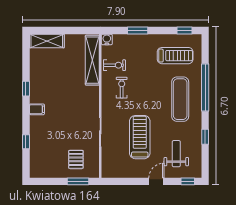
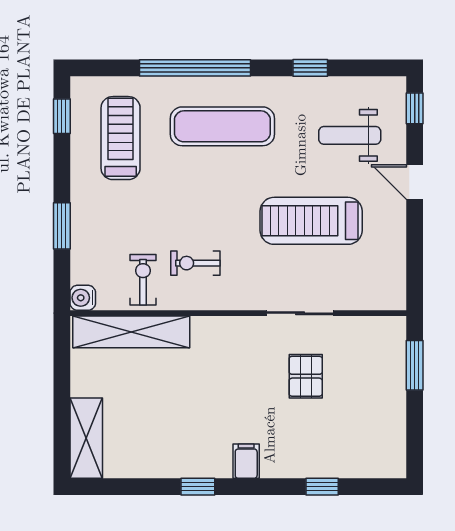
pallet: (76, 159) -> (306, 376), moved, turned 90

